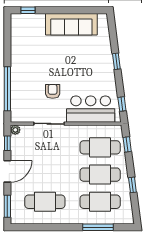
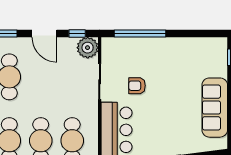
armchair: (53, 91) -> (137, 86), turned 180
plant: (15, 130) -> (88, 48), width x1.88, depth x1.88

